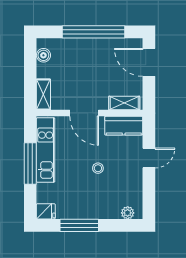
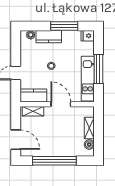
shelving: (43, 94) -> (89, 128), moved
kitchen counter: (102, 210) -> (49, 37), added

